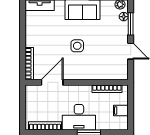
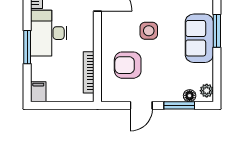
armchair: (102, 61) -> (128, 65), added
filing cabinet: (121, 110) -> (38, 92), moved

